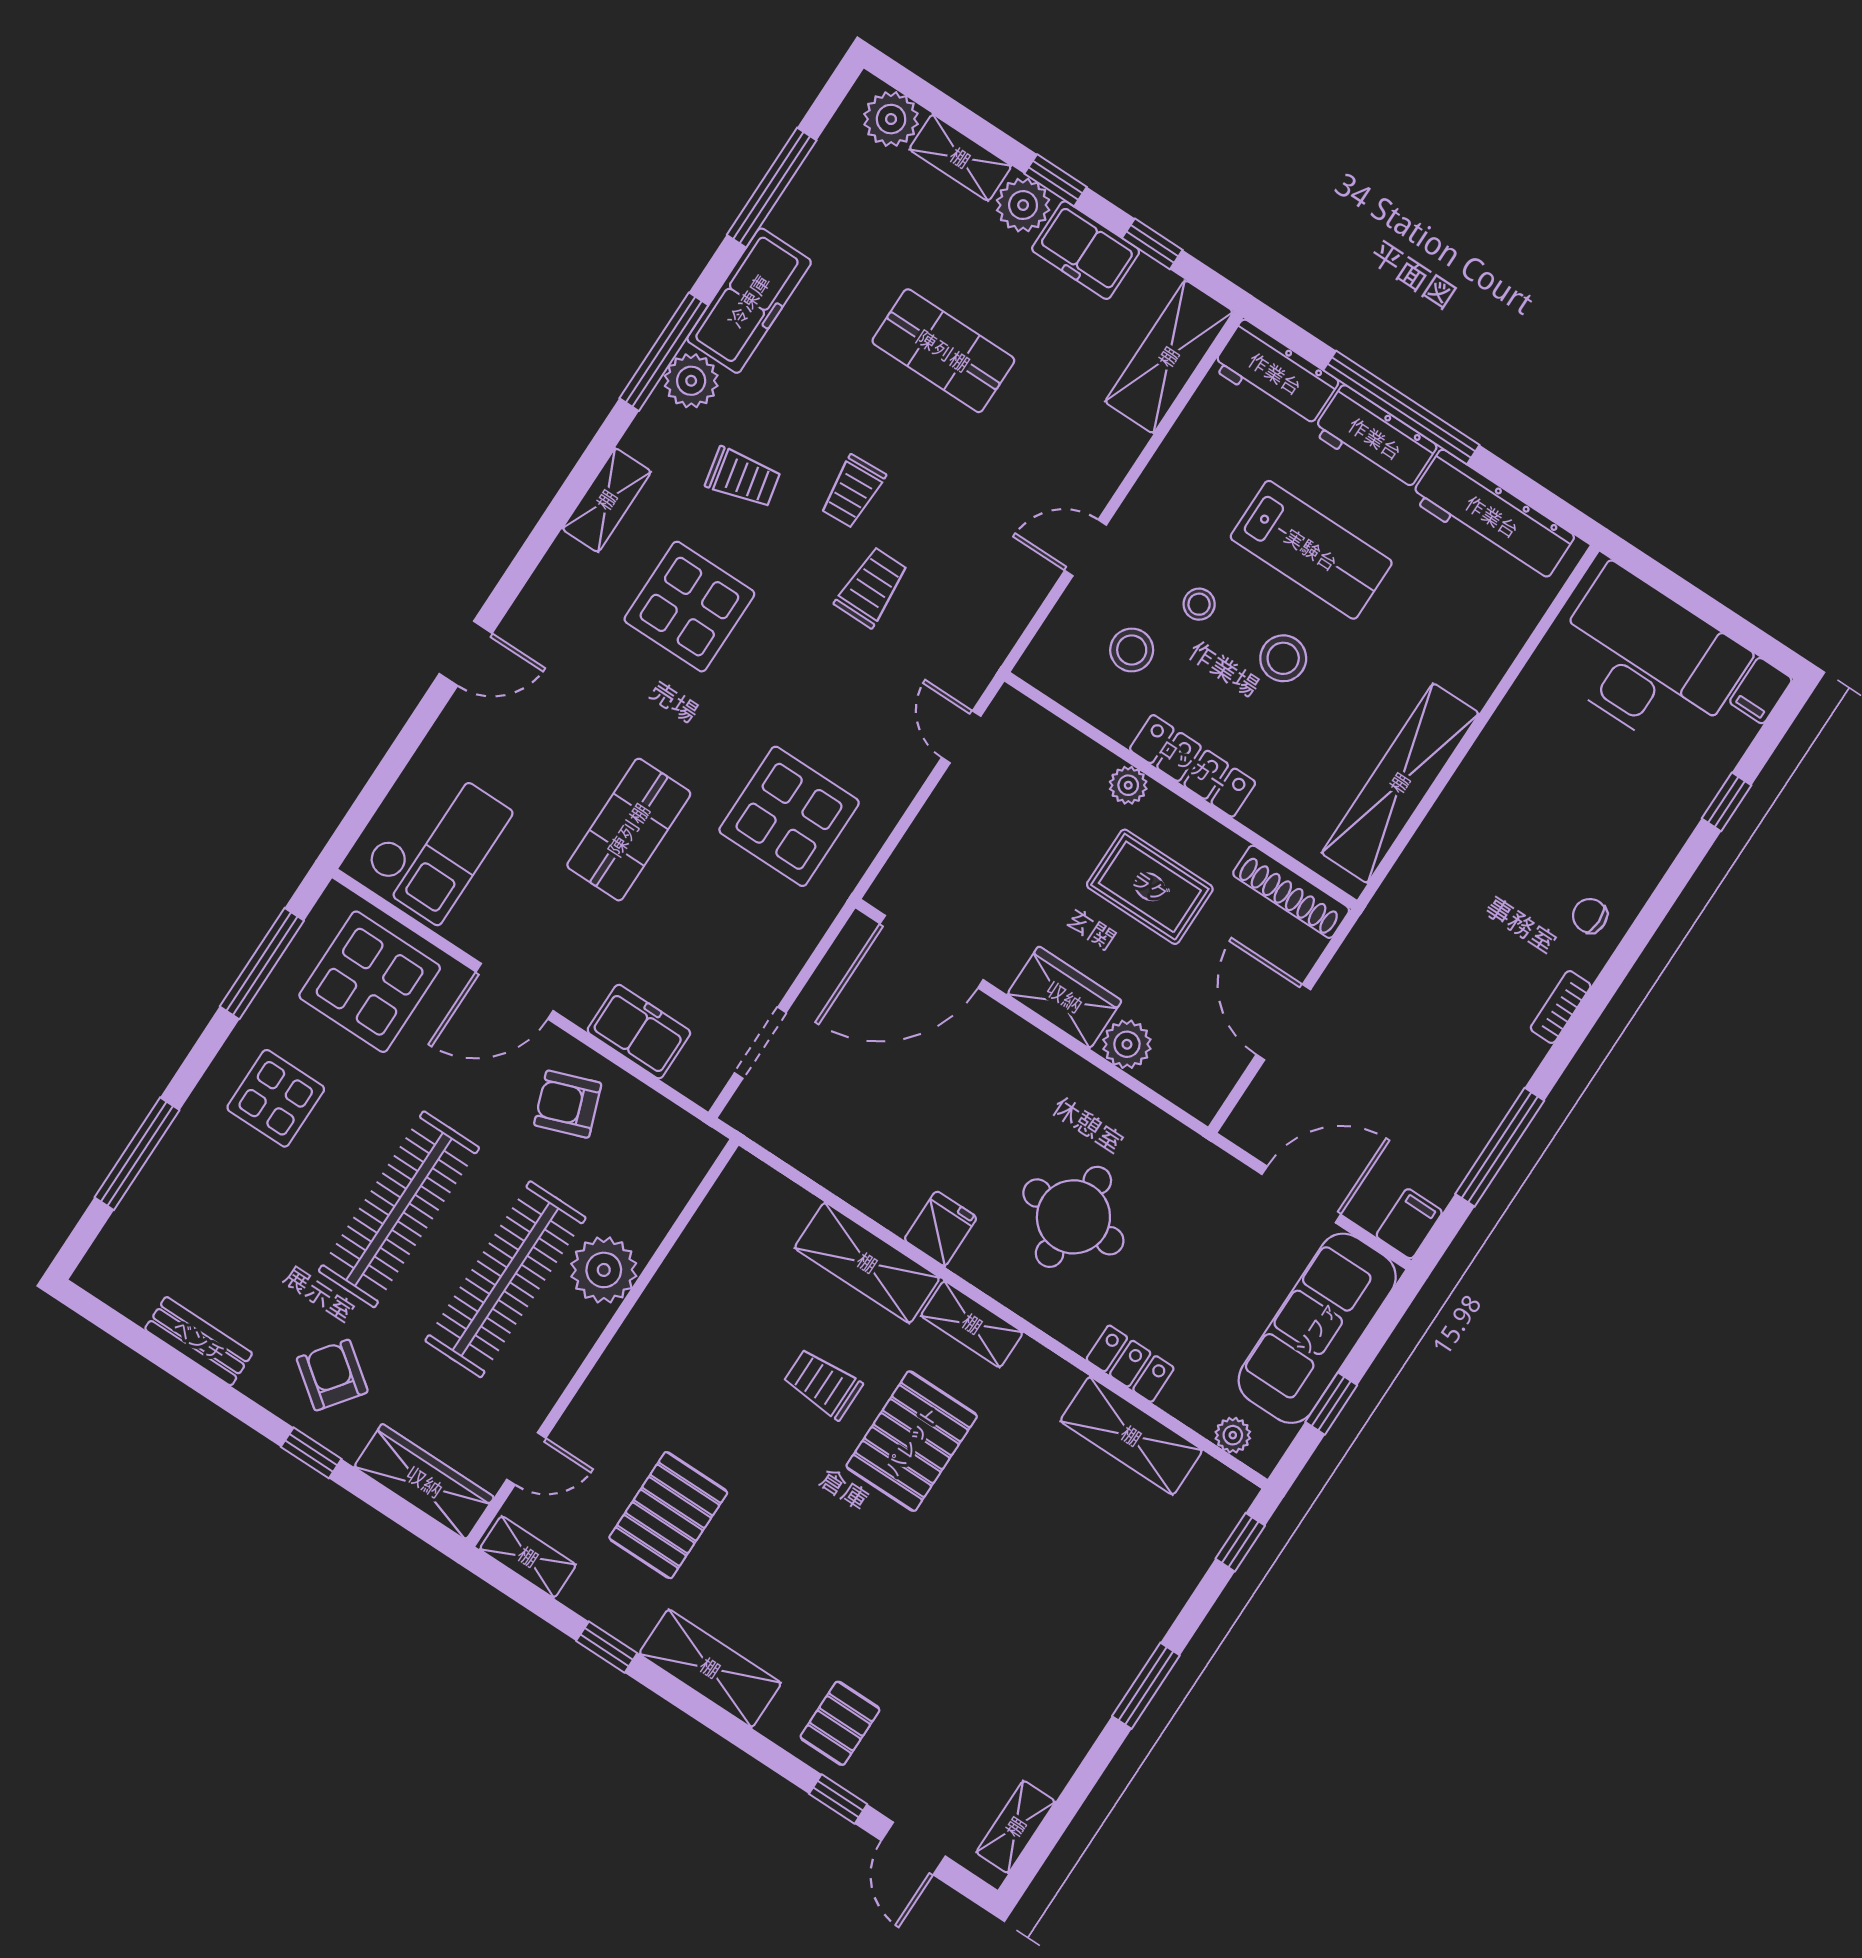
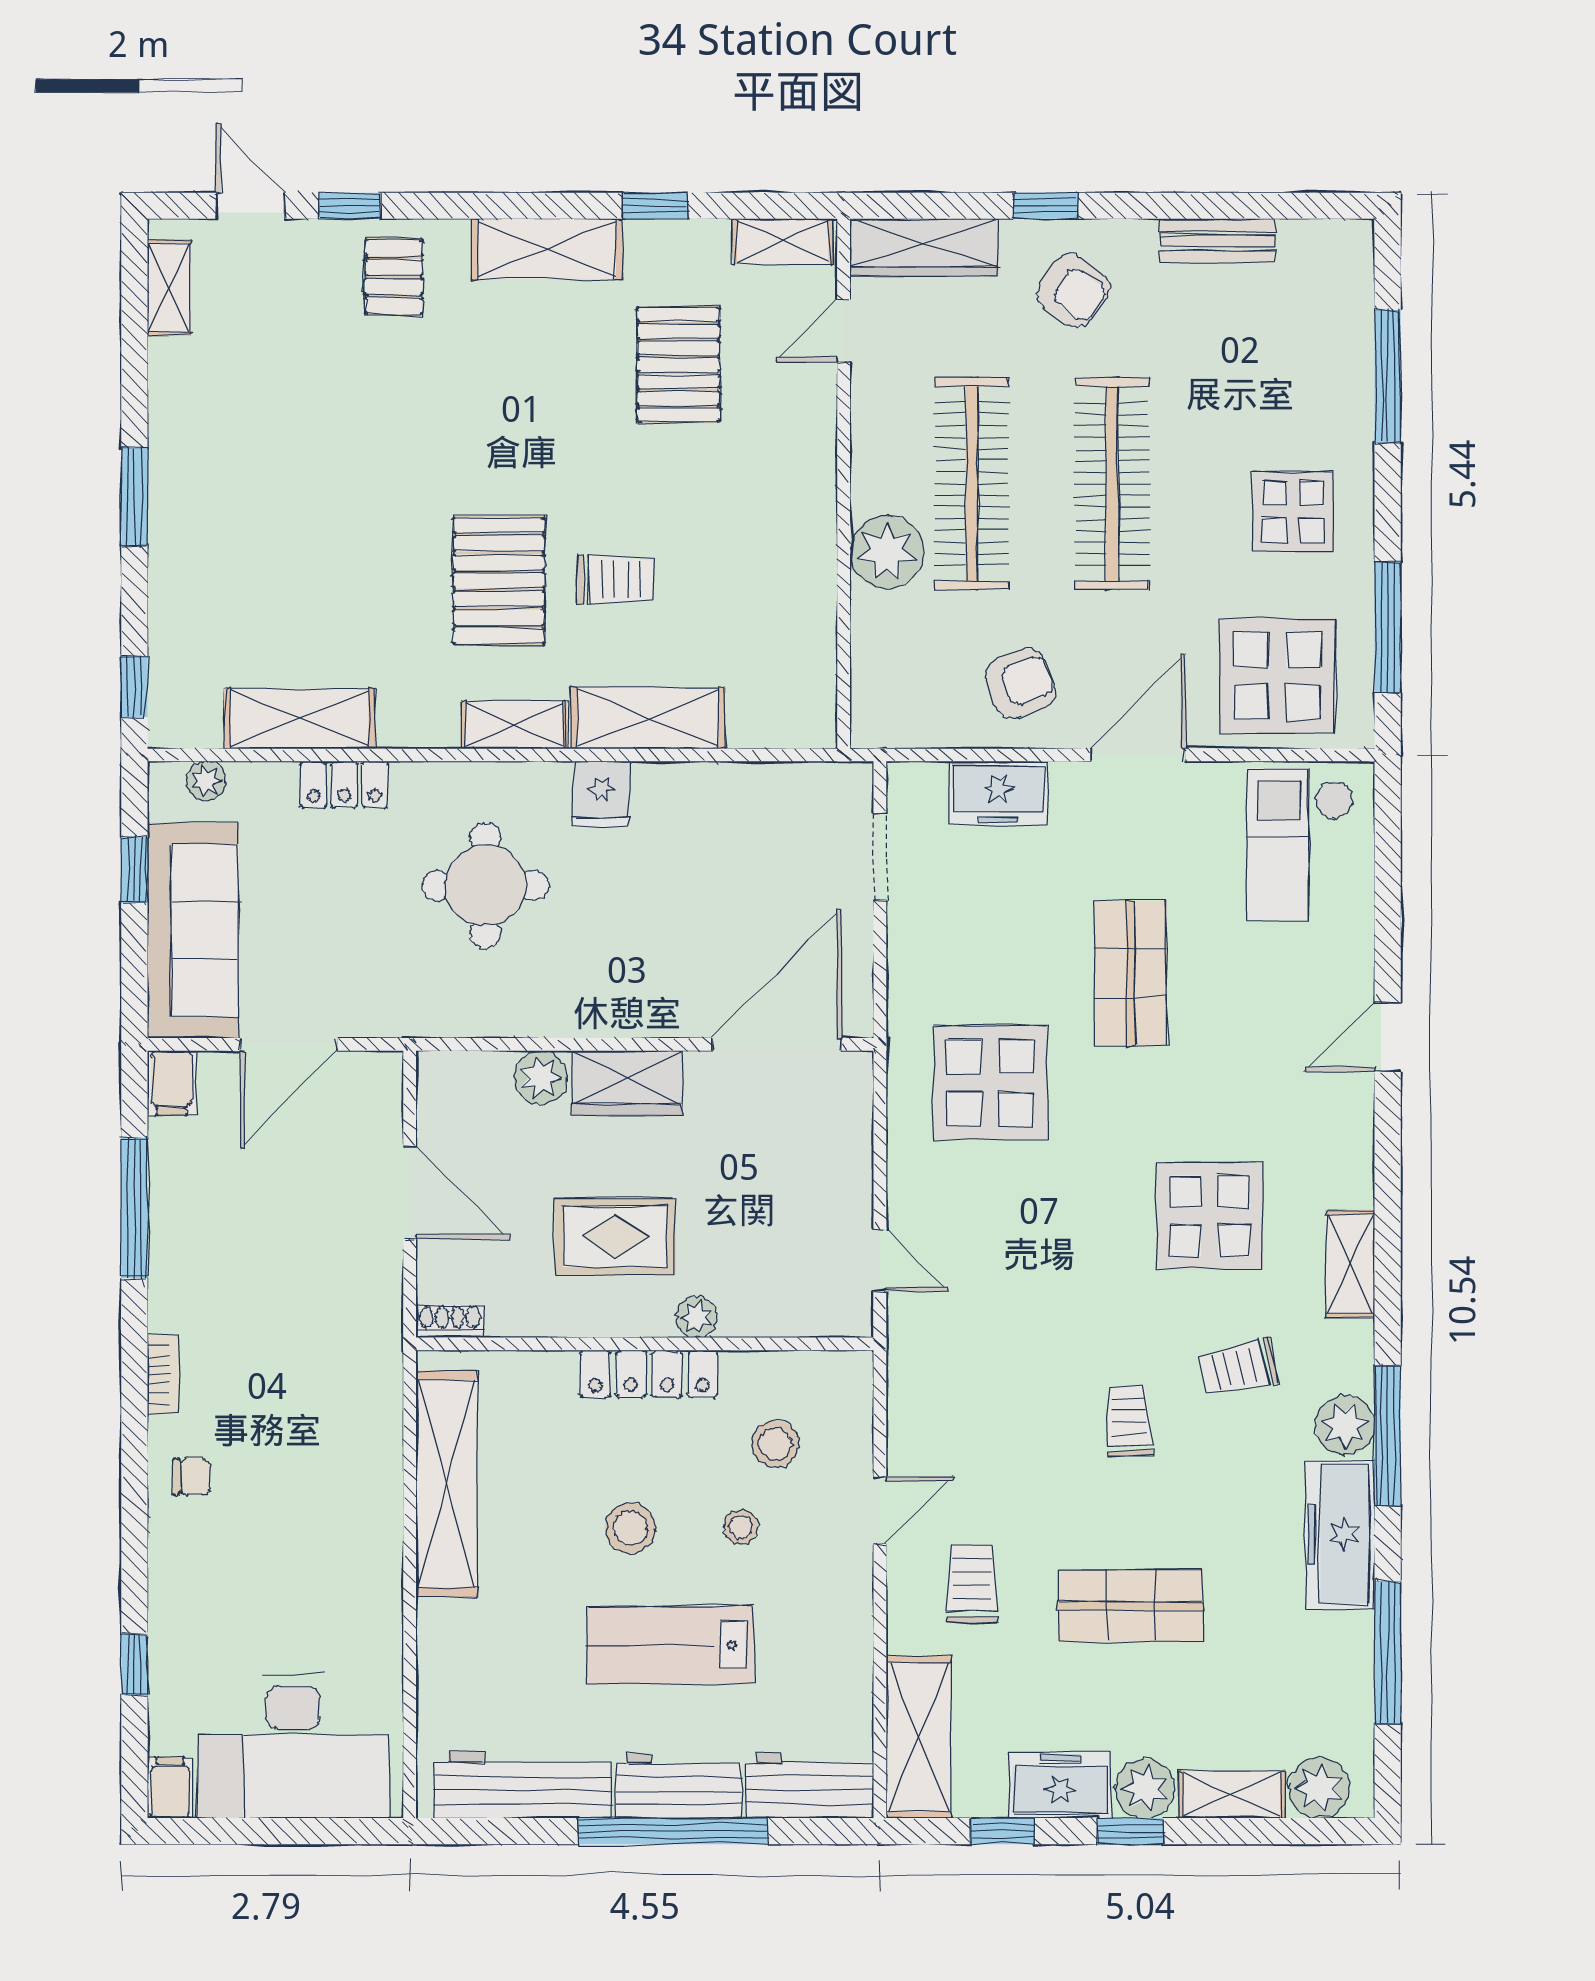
trolley: (872, 587) -> (972, 1584), moved, turned 180
shoe rack: (1291, 892) -> (450, 1321), width x0.51, depth x0.81

